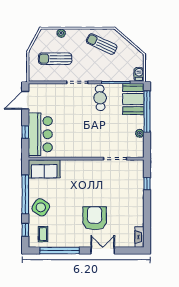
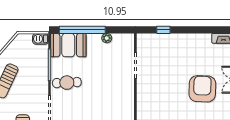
armchair: (95, 218) -> (202, 89), turned 92

